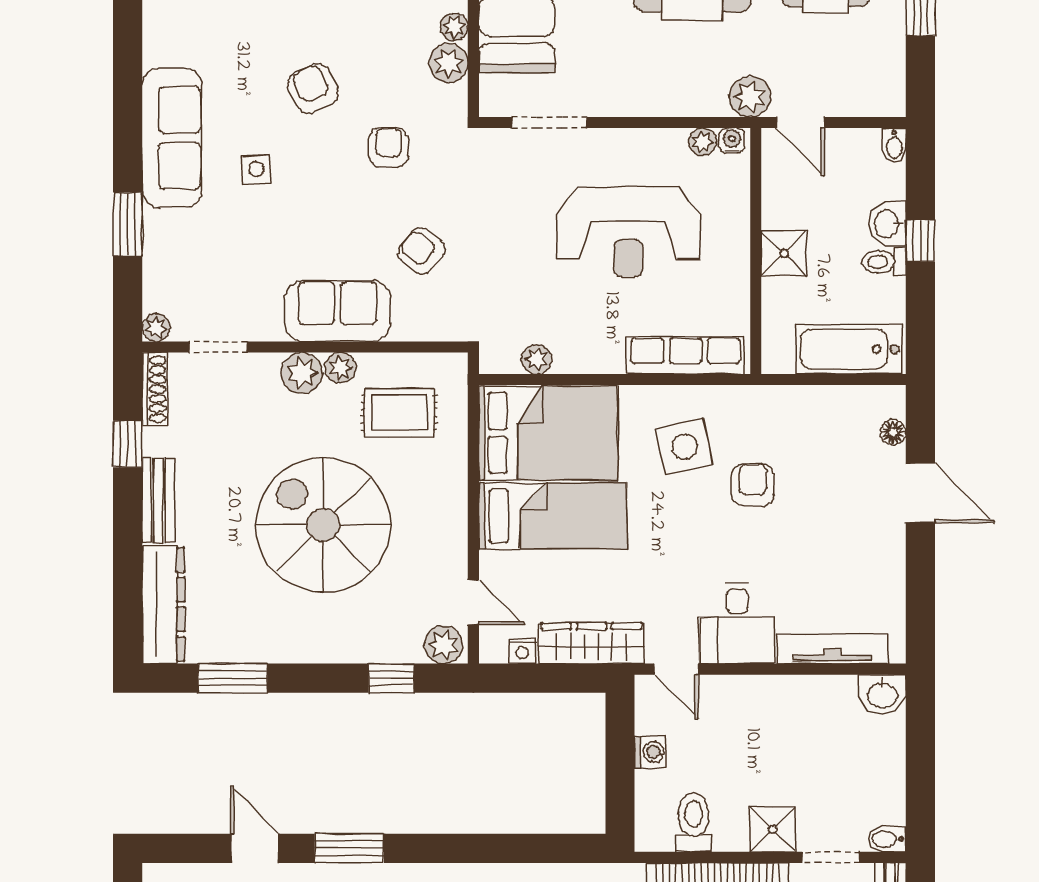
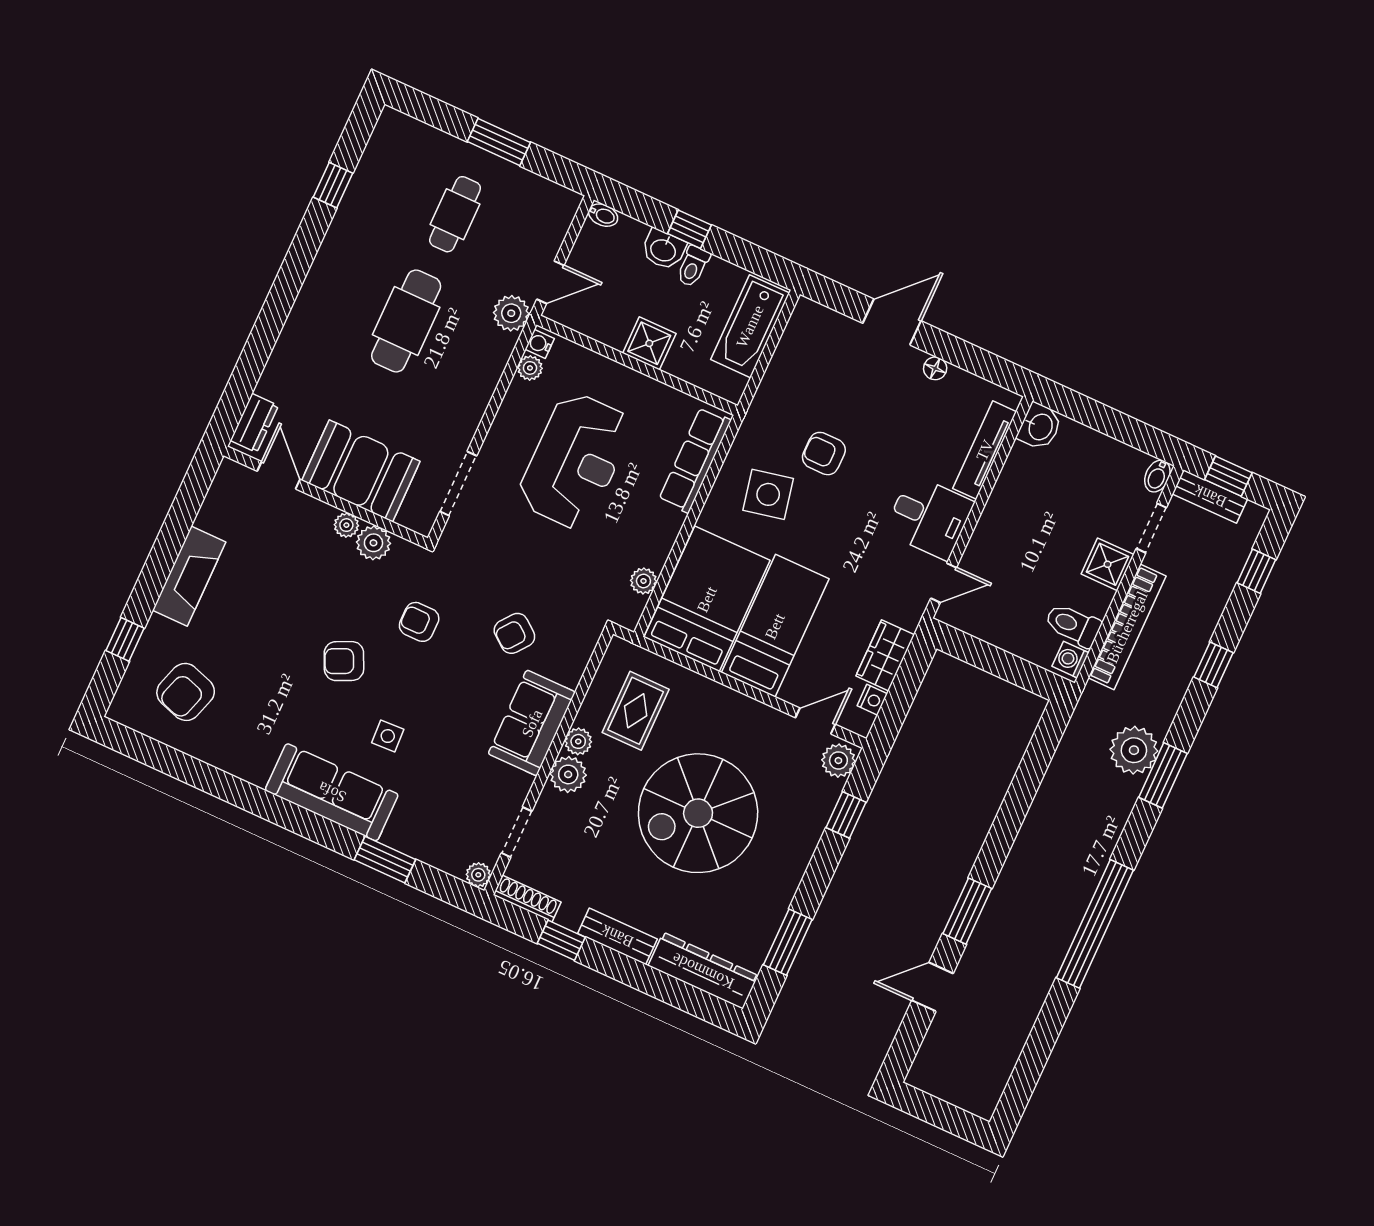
floor lamp: (893, 432) -> (935, 368), moved
wardrobe: (591, 643) -> (885, 655), width x0.67
washing machine: (650, 752) -> (1071, 660), moved, turned -90

